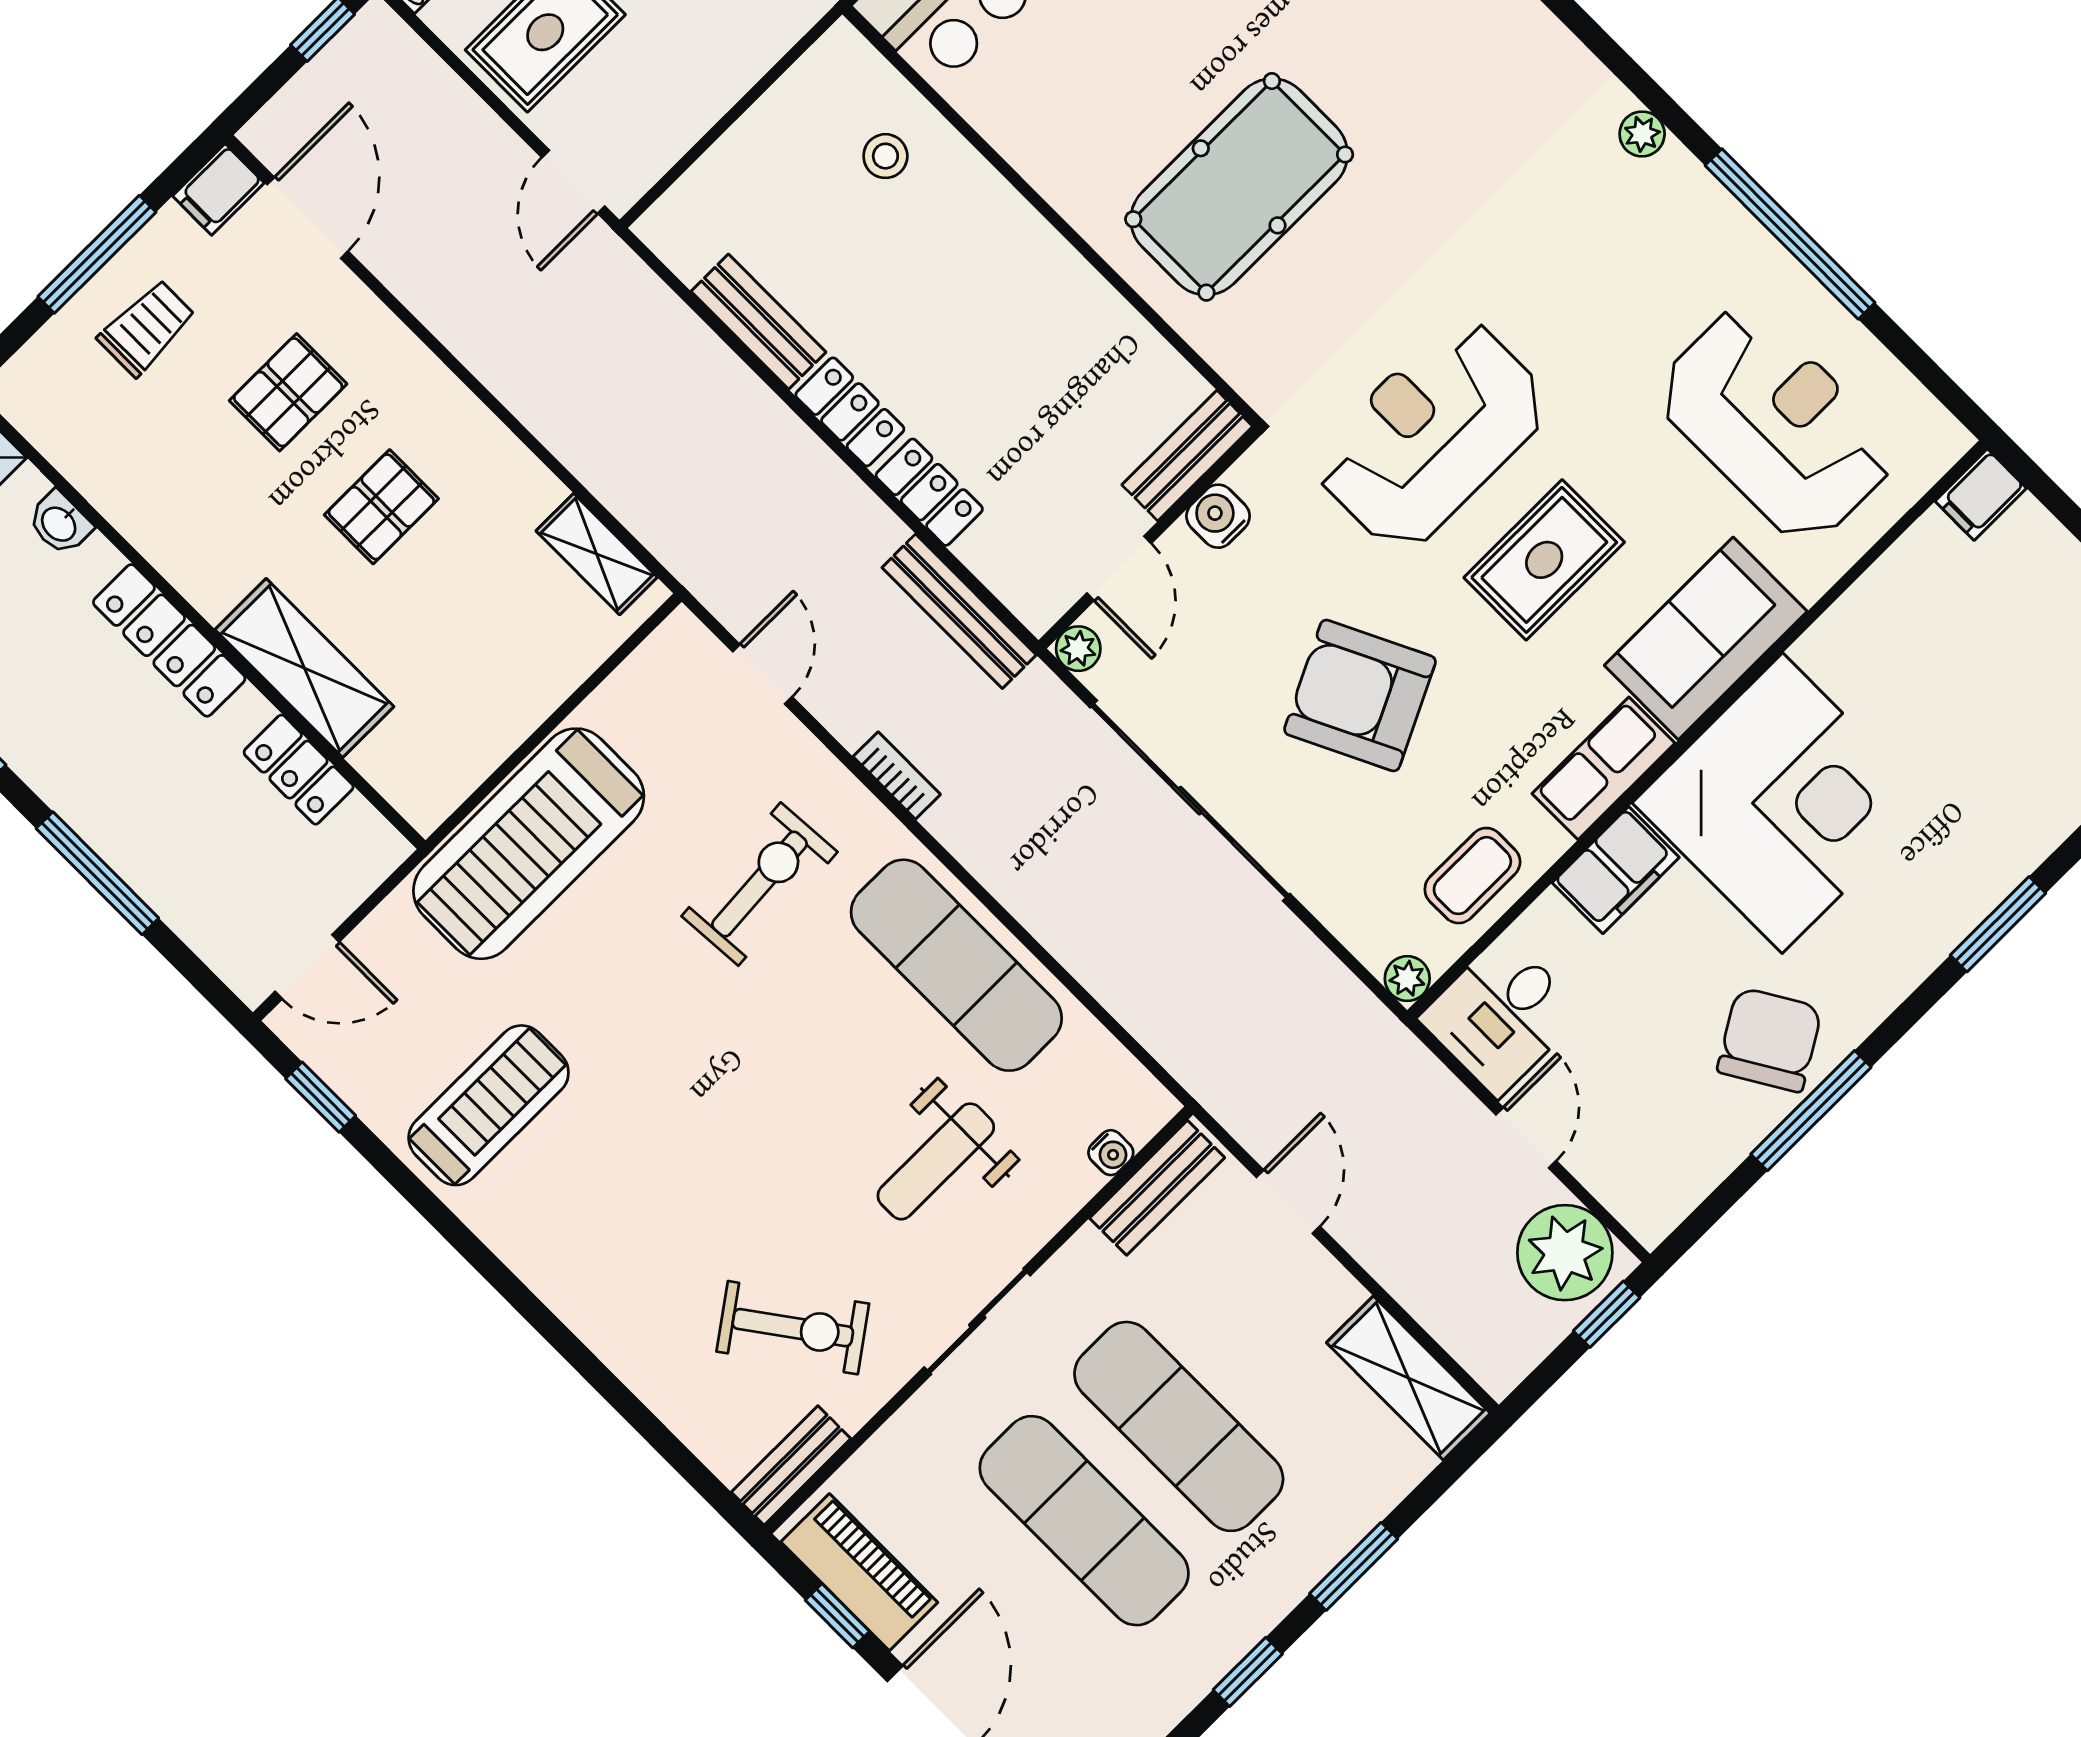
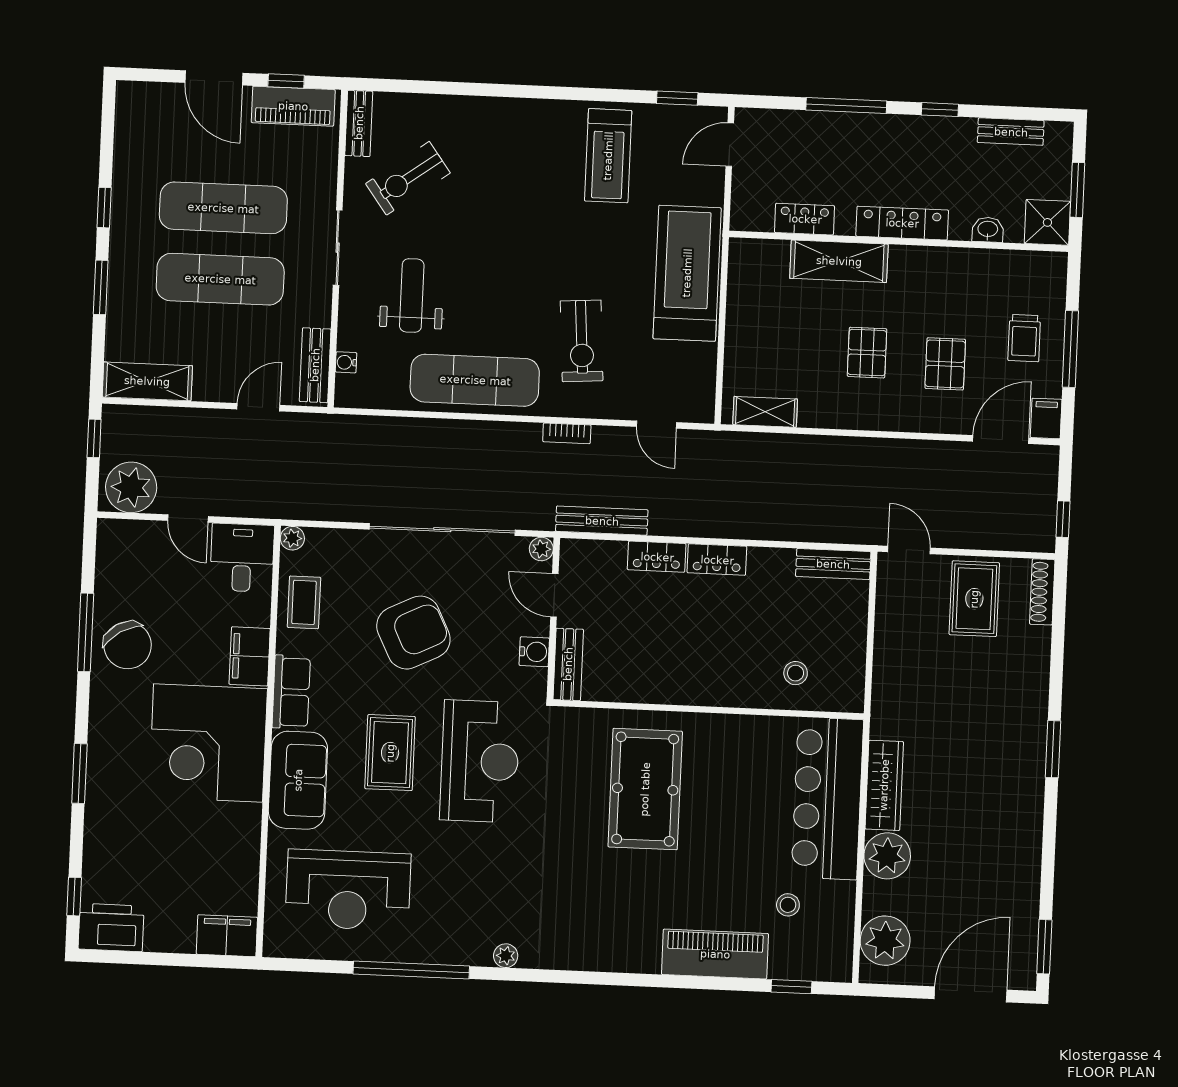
door: (308, 218) -> (1001, 440), swing flipped
bench: (758, 322) -> (833, 564), moved
filing cabinet: (1981, 495) -> (227, 936), width x2.00
door: (1288, 1202) -> (258, 407), swing flipped
window: (1607, 1314) -> (94, 438), moved

